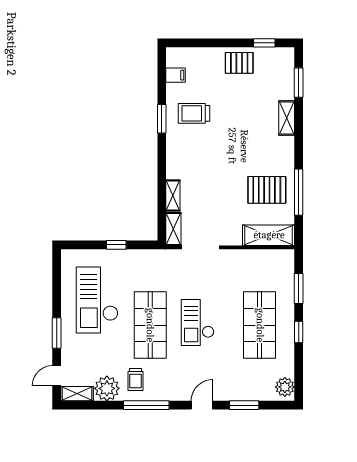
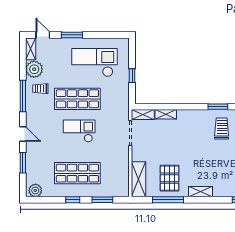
shelving: (287, 118) -> (200, 192), moved

